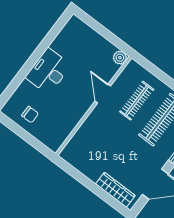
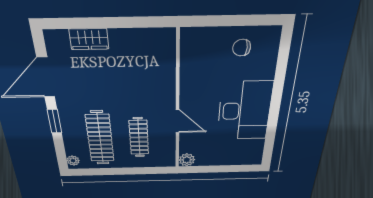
desk: (48, 71) -> (245, 111), width x1.36, depth x1.30
wardrobe: (115, 190) -> (89, 39), width x0.67

